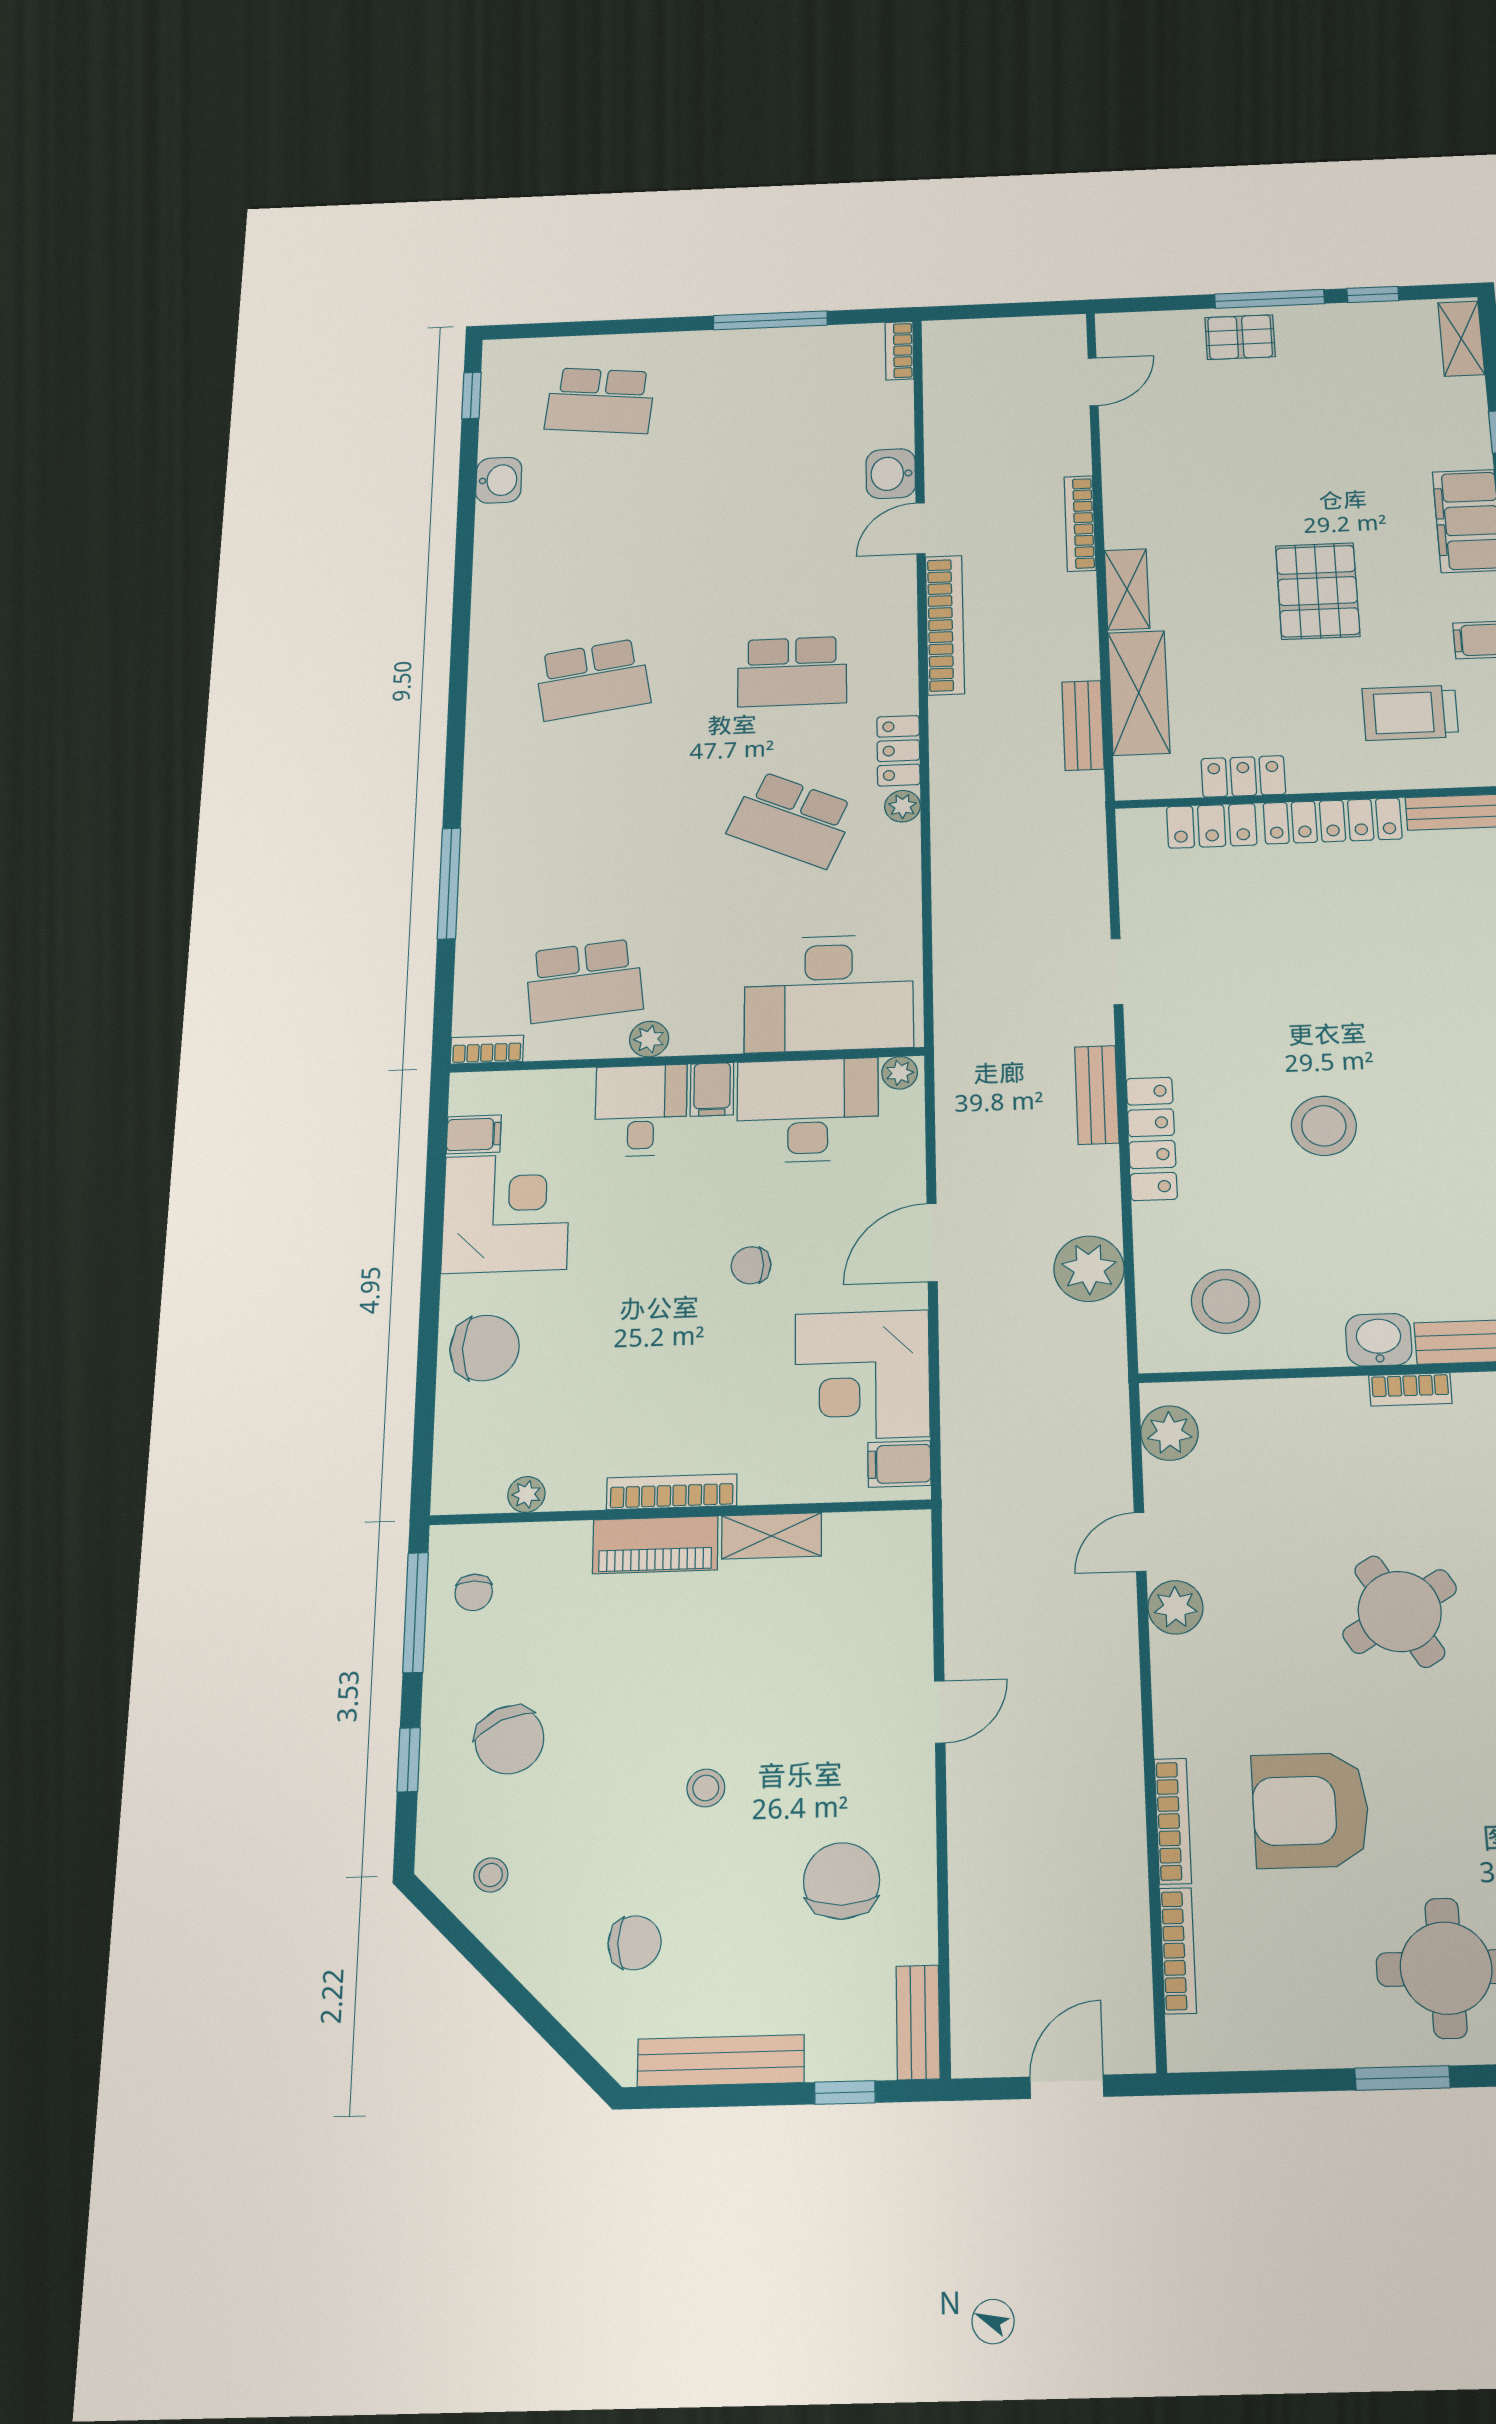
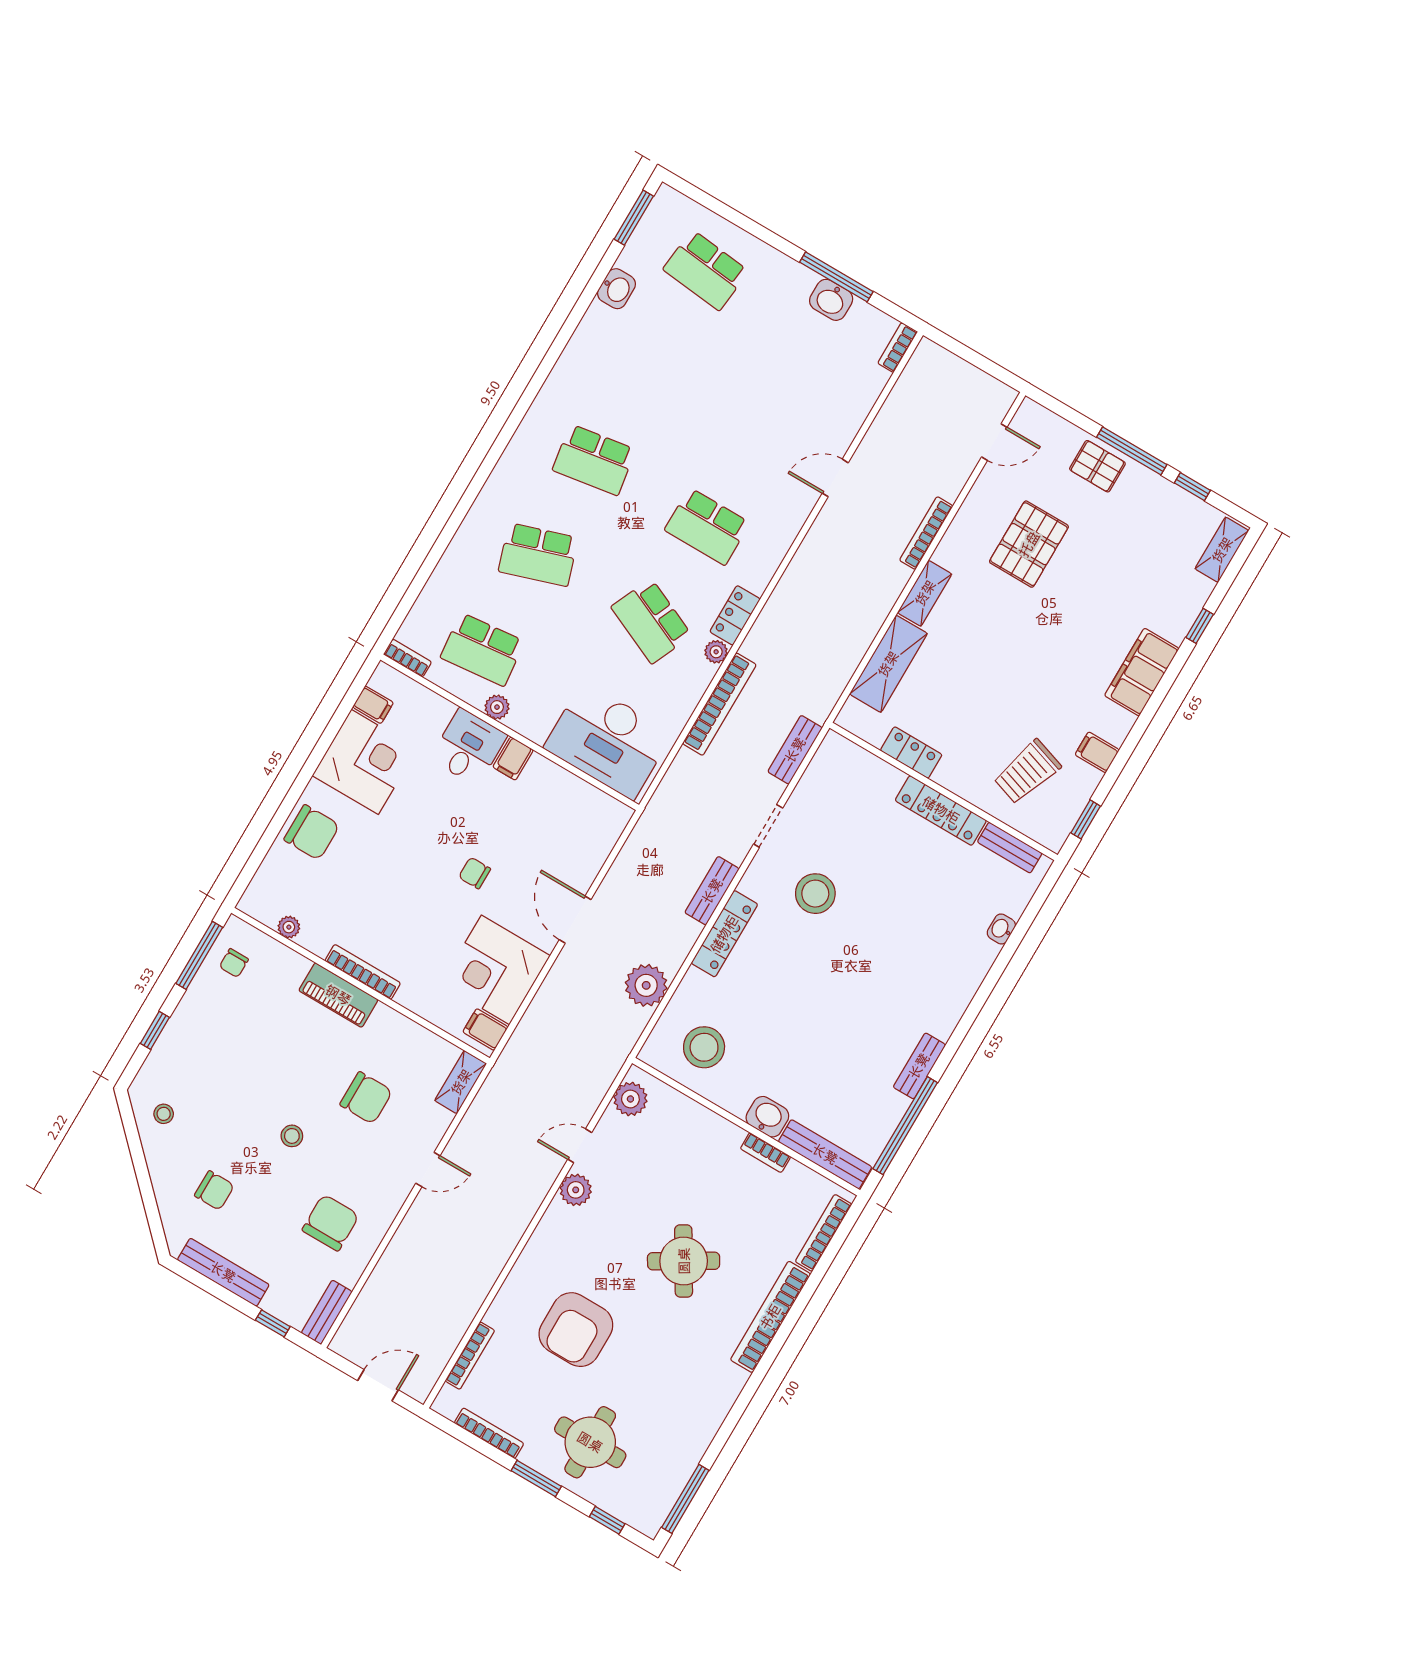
window: (471, 395) -> (634, 218), width x1.50
washbasin: (891, 474) -> (831, 300), moved, turned -90
pallet: (1318, 591) -> (1029, 544), moved
bookcase: (945, 625) -> (719, 704), moved
trolley: (1410, 713) -> (1027, 772), turned -72
bench: (1083, 725) -> (795, 750), moved
locker: (1212, 826) -> (874, 772), removed
school desk: (588, 827) -> (538, 555), added
window: (449, 883) -> (443, 541), removed
plant: (900, 1073) -> (617, 812), removed
desk: (808, 1110) -> (556, 803), removed
stool: (1324, 1126) -> (815, 894), moved
door: (932, 1242) -> (575, 920), hinge flipped
shelving: (772, 1536) -> (461, 1082), moved, turned 90
chair: (510, 1740) -> (366, 1098), moved, turned -66
armchair: (1311, 1810) -> (576, 1330), turned -90
bookcase: (1173, 1821) -> (489, 1433), moved, turned -90

